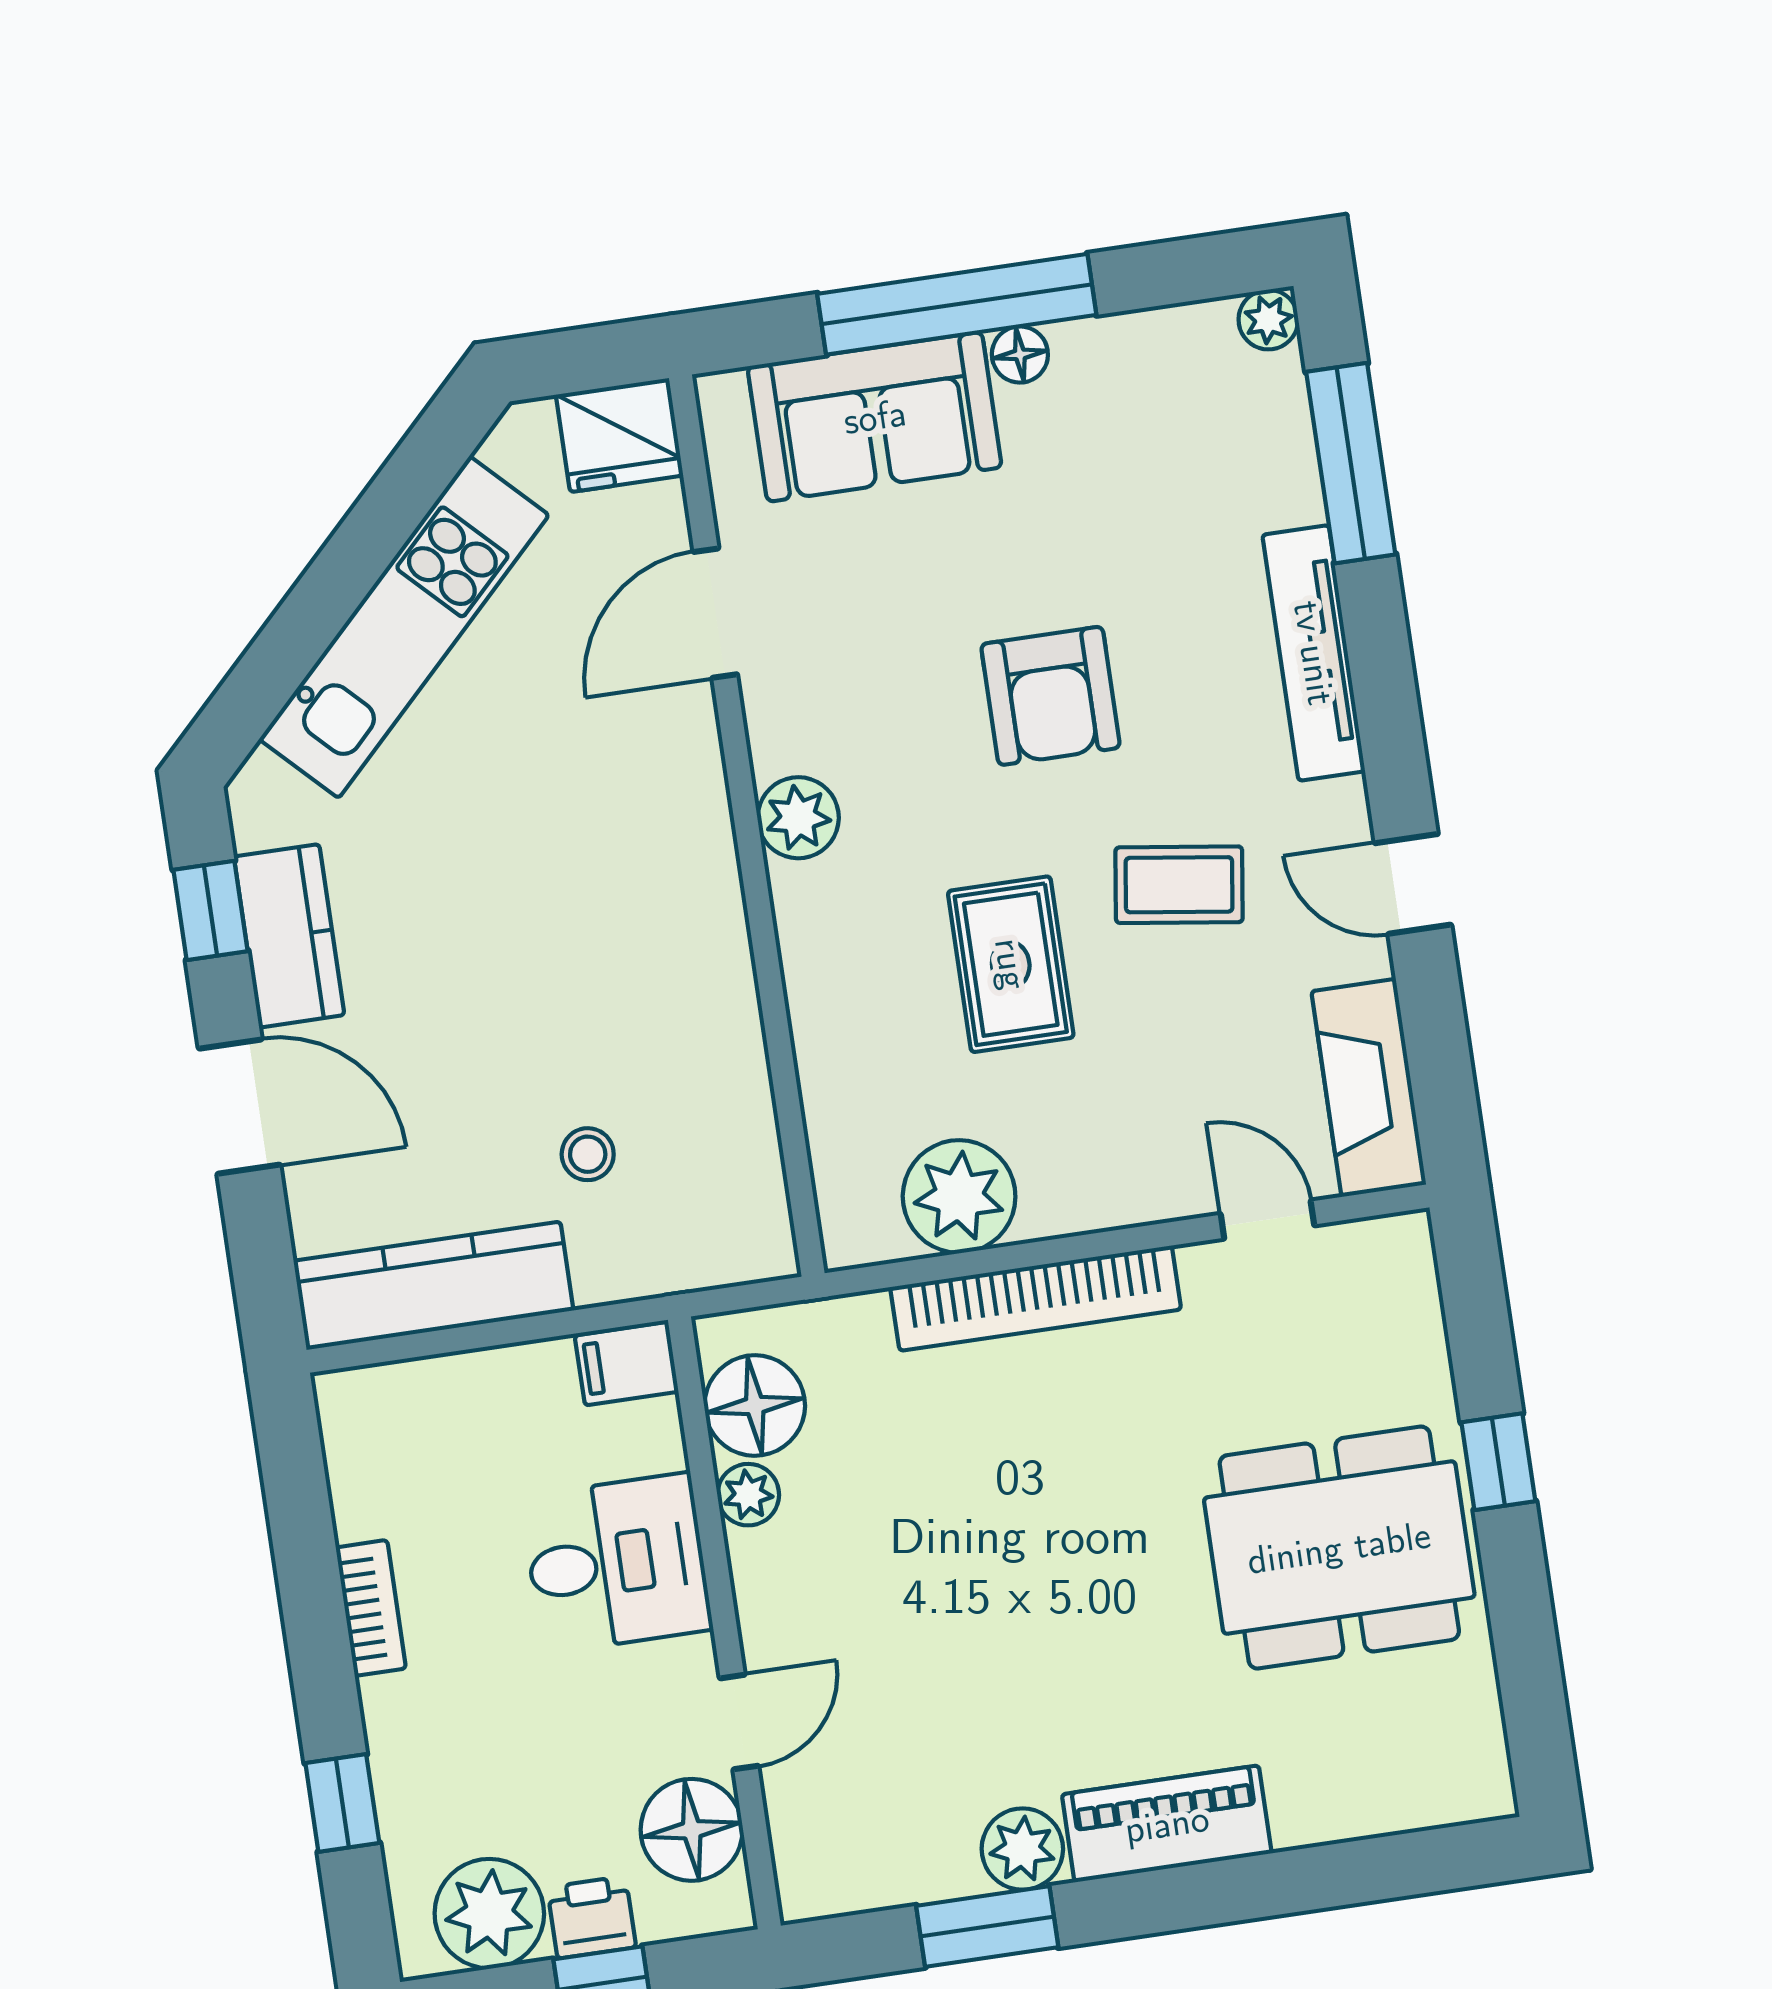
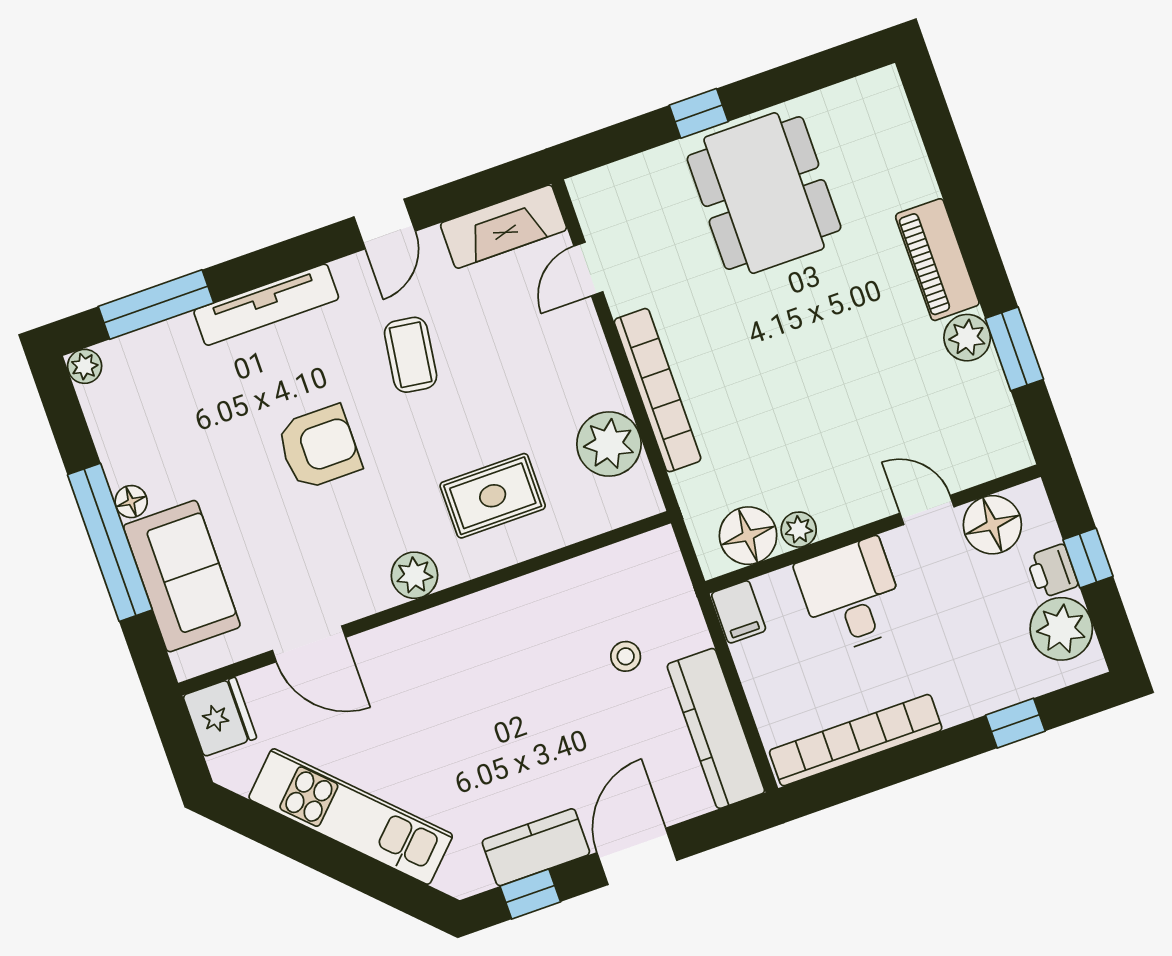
rug: (1011, 964) -> (493, 496), moved
bookcase: (371, 1608) -> (856, 740), width x2.31, depth x1.31

